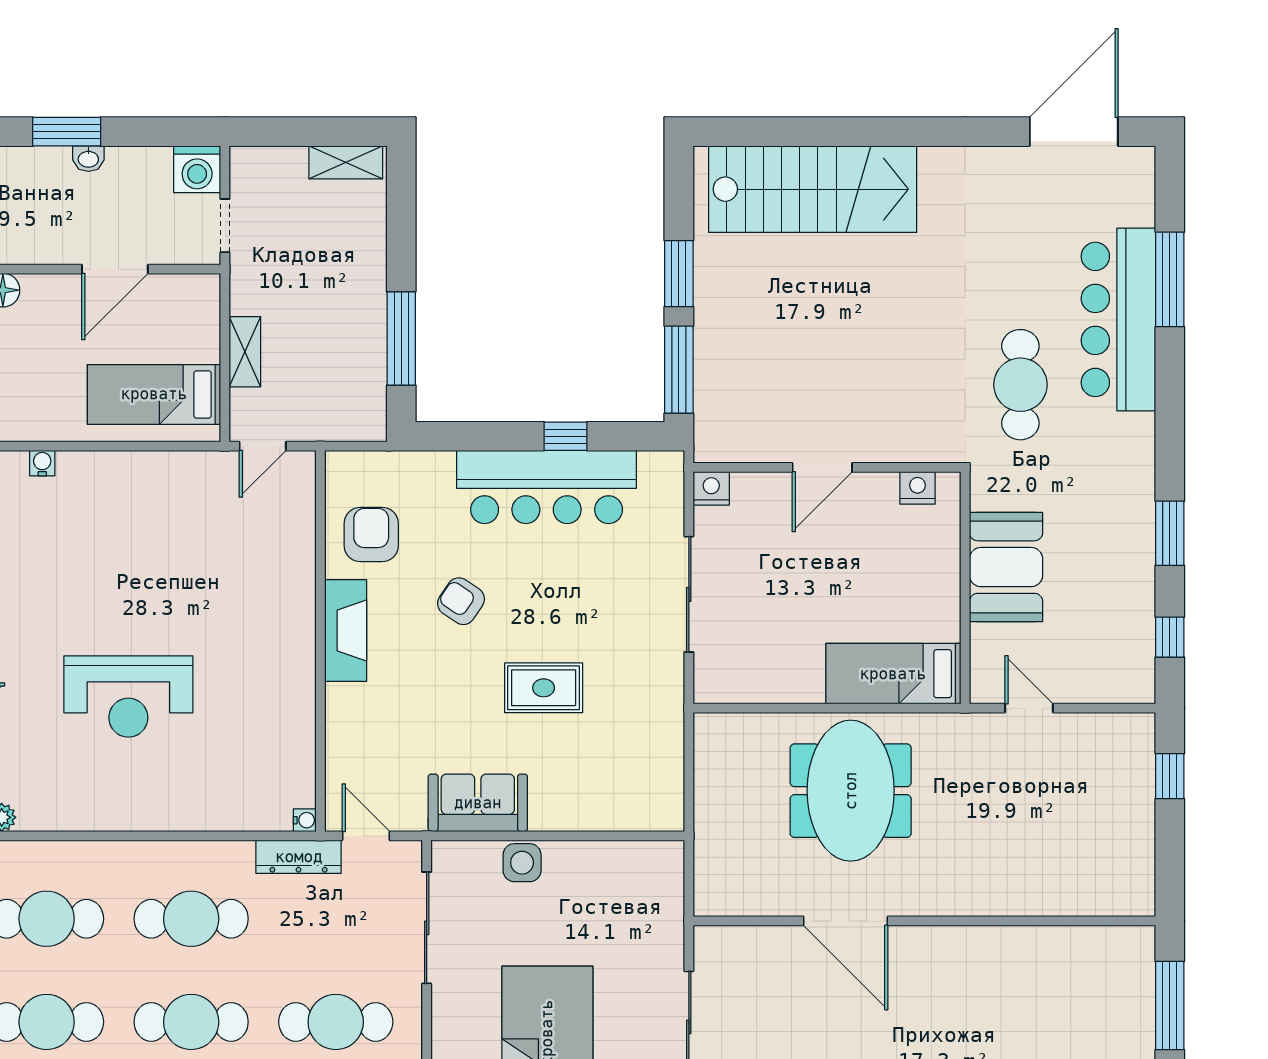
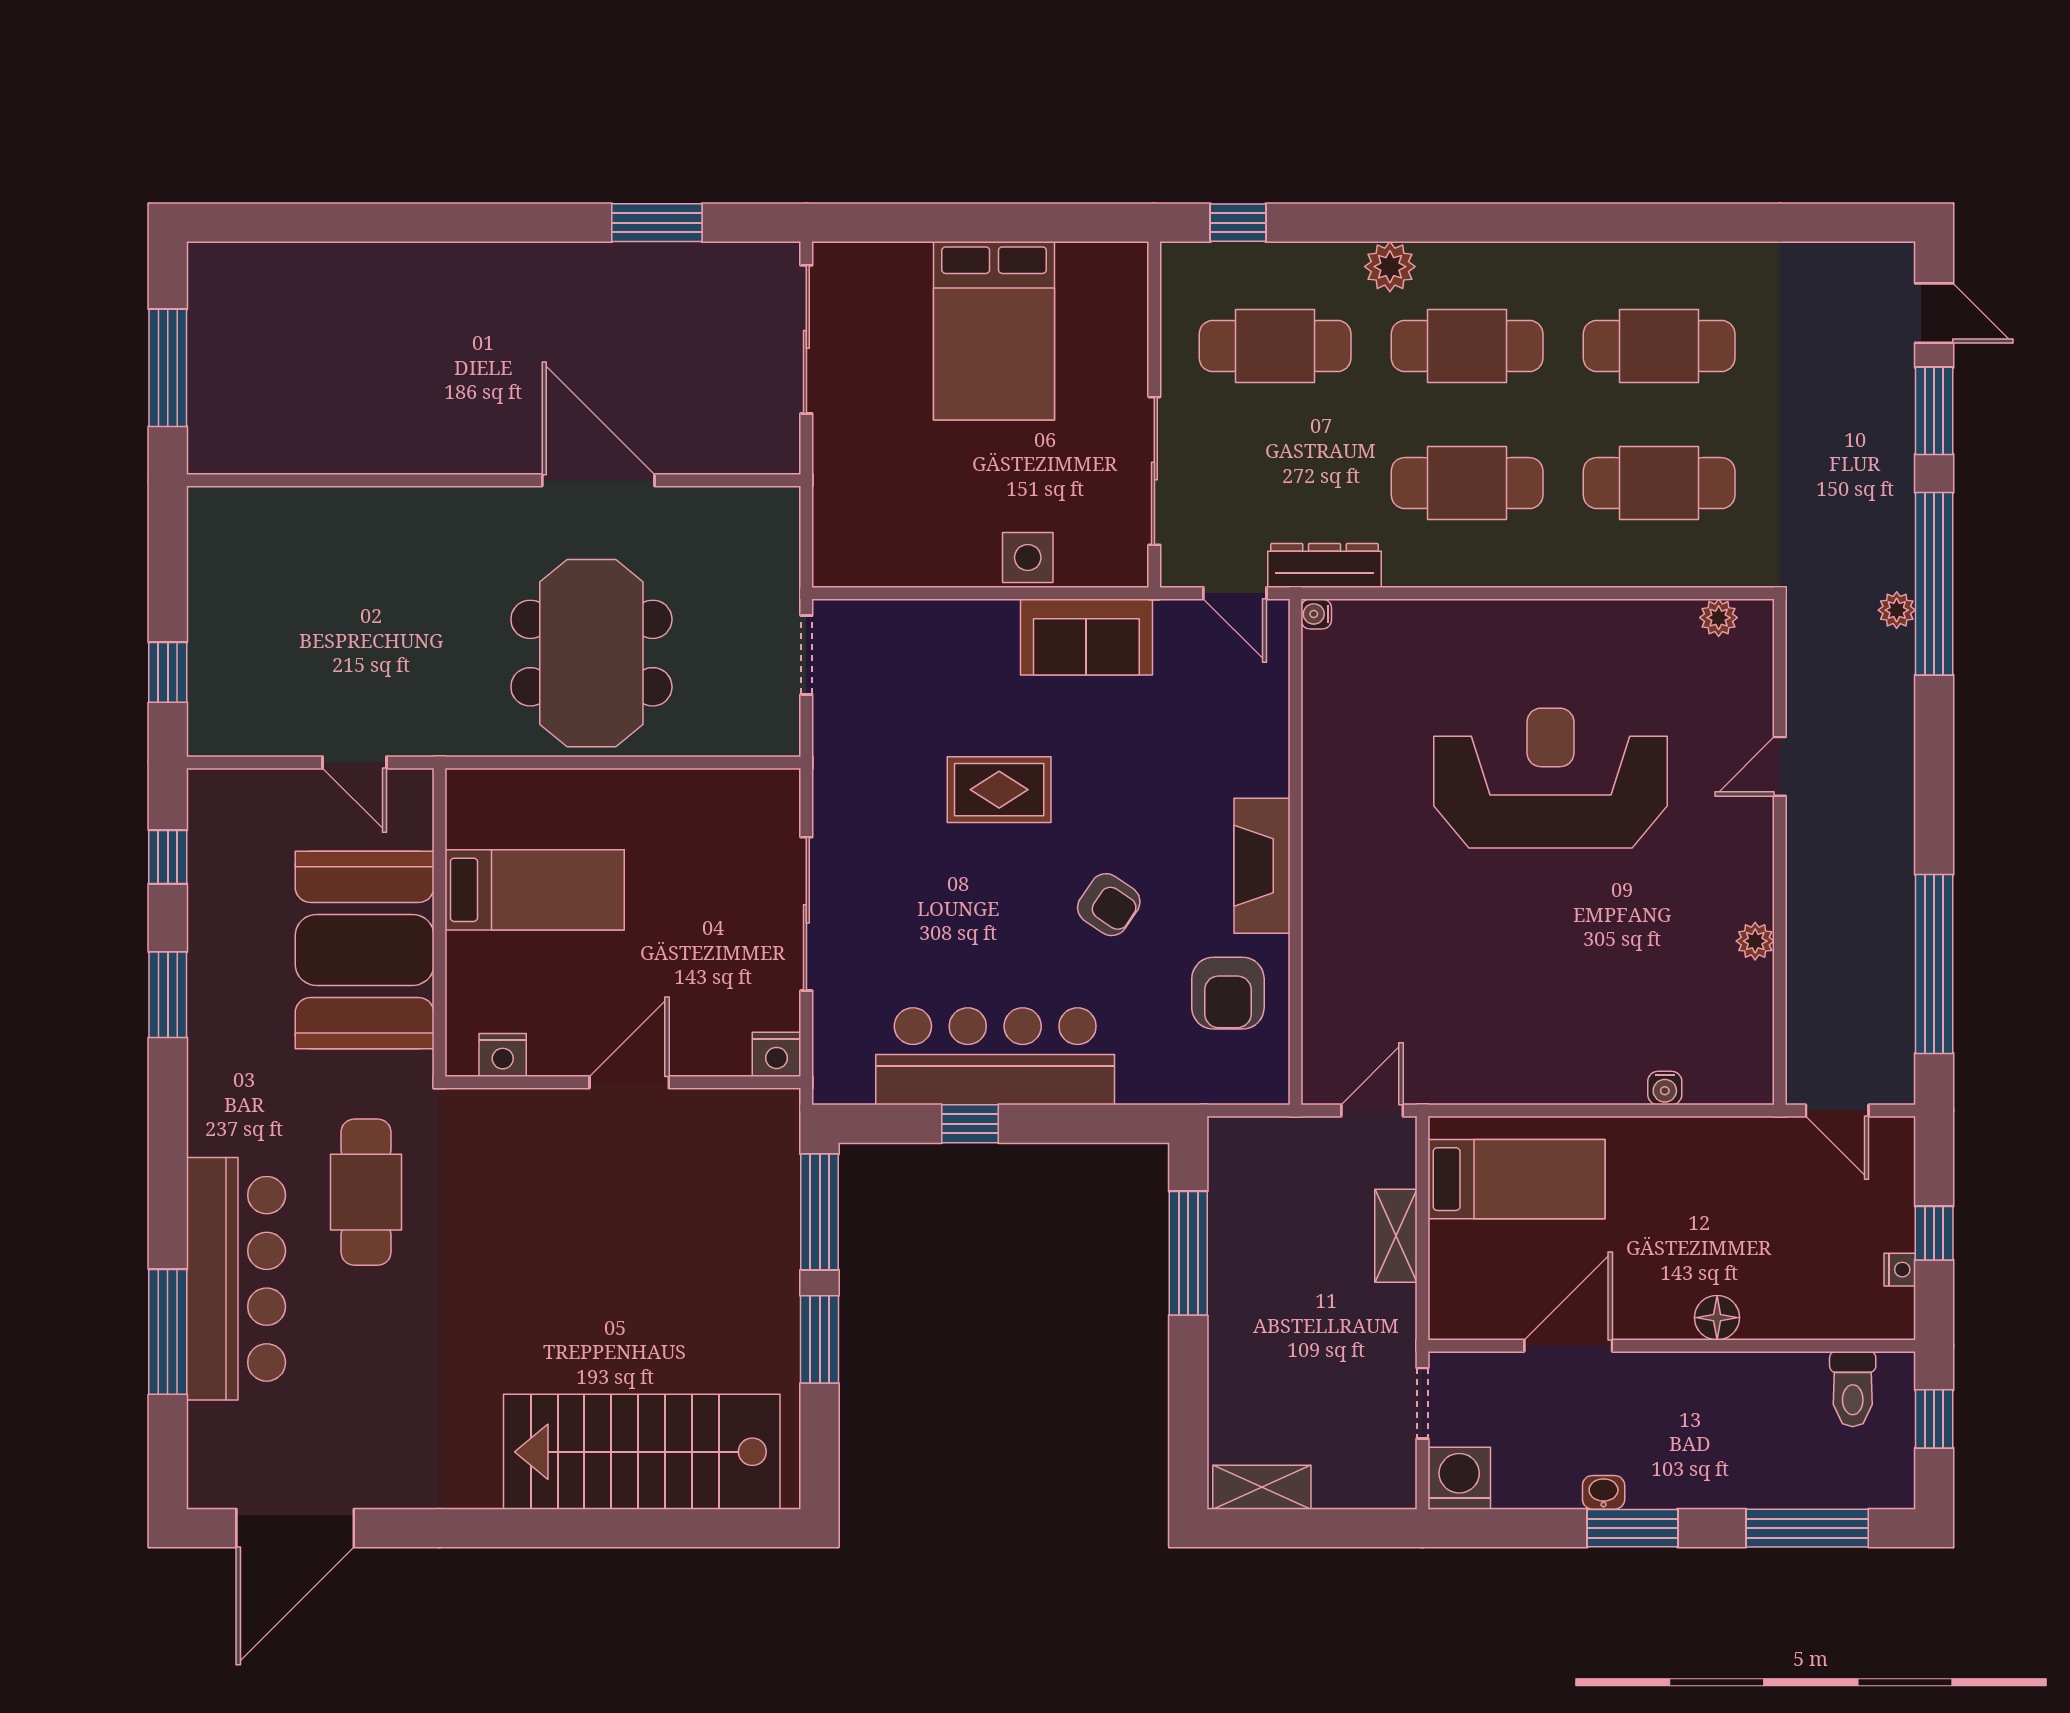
booth: (1006, 567) -> (365, 950), width x1.36, depth x1.42
bed: (893, 674) -> (535, 890), moved
reception desk: (128, 697) -> (1550, 778), width x1.36, depth x1.30
doorway: (689, 789) -> (806, 655), added

